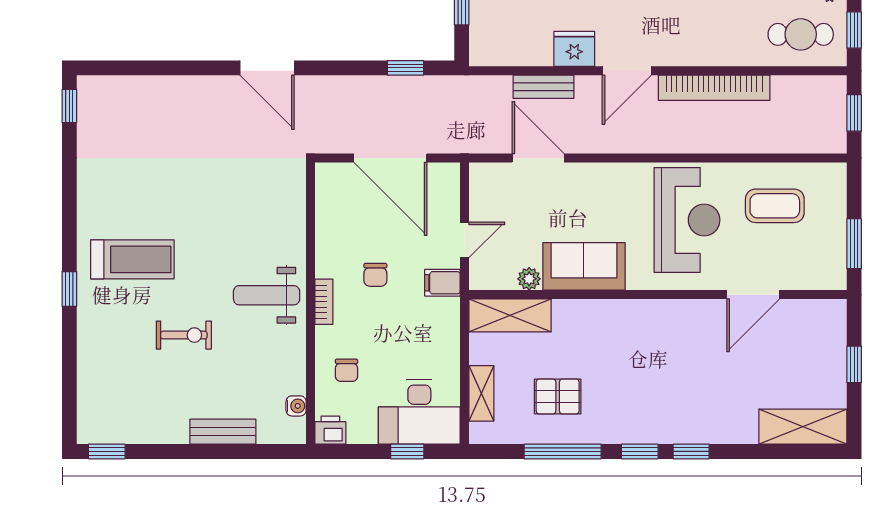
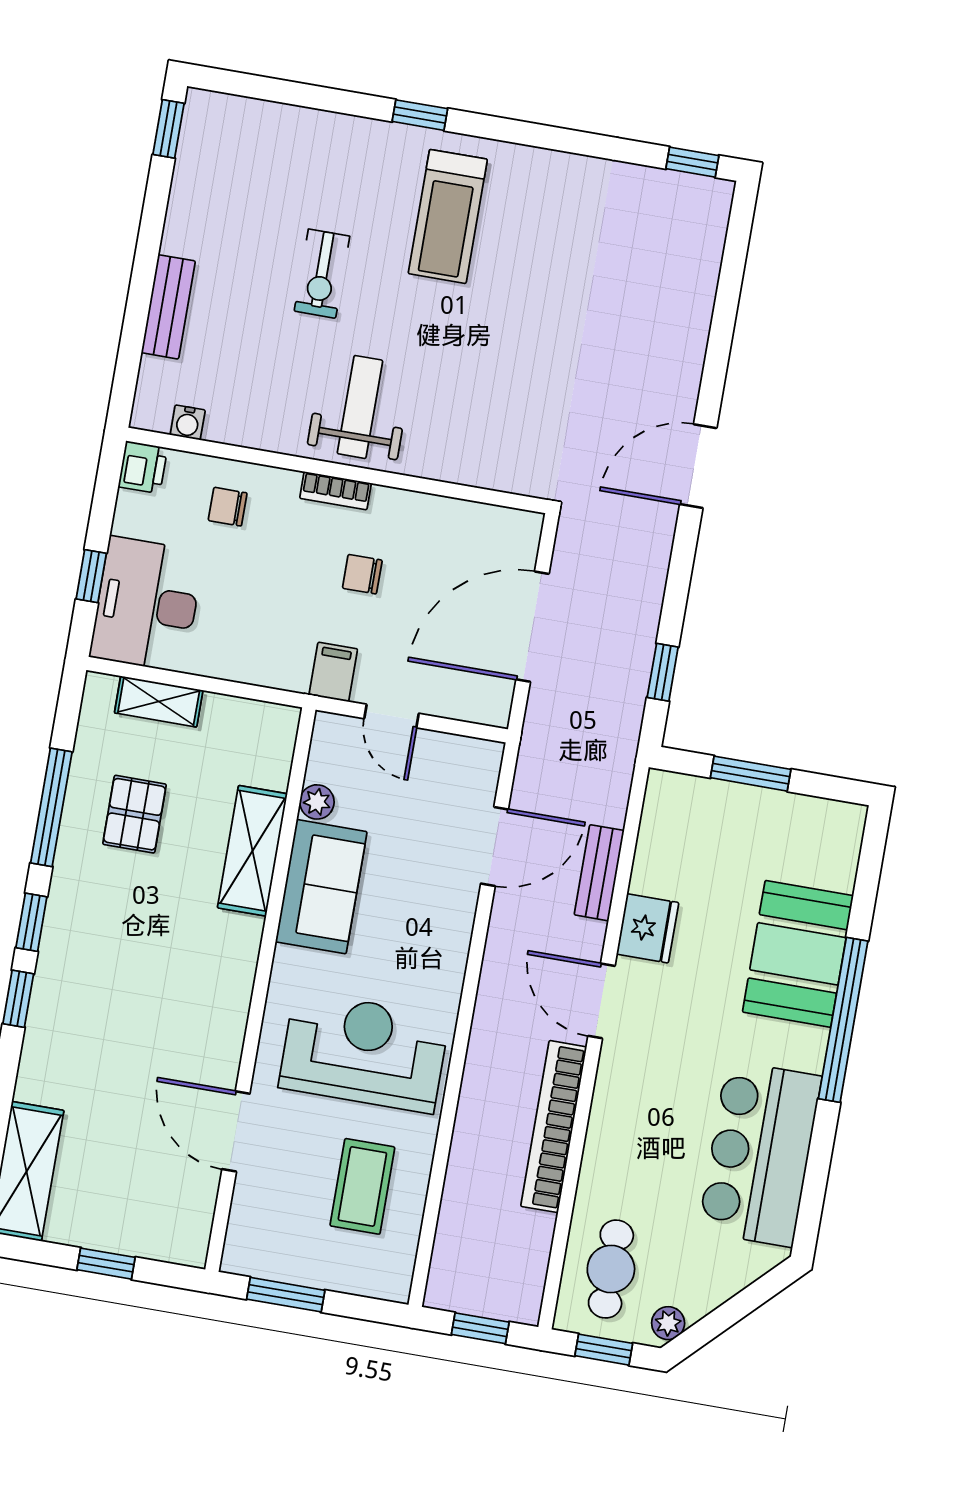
reception desk: (687, 220) -> (364, 1052), turned 180
shelving: (510, 315) -> (252, 851), moved

